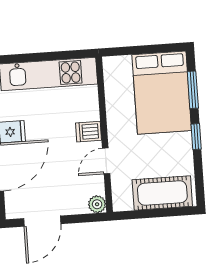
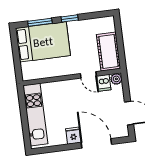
dishwasher: (88, 132) -> (104, 83), moved
cot: (162, 193) -> (109, 51), moved

